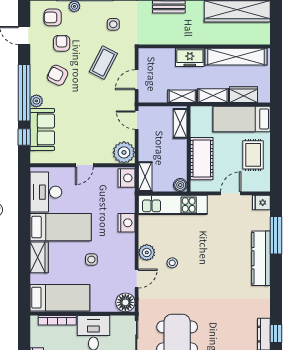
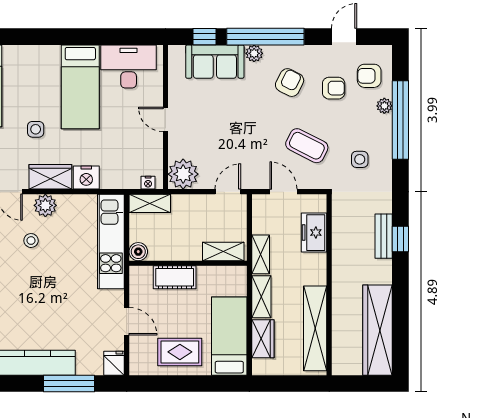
armchair: (53, 17) -> (369, 76), turned -90
freezer: (190, 57) -> (314, 233), moved
cot: (202, 159) -> (175, 277), width x0.73, depth x0.75
nightstand: (126, 178) -> (148, 183), width x0.53, depth x0.56
wardrobe: (39, 257) -> (50, 177), moved, turned 180

